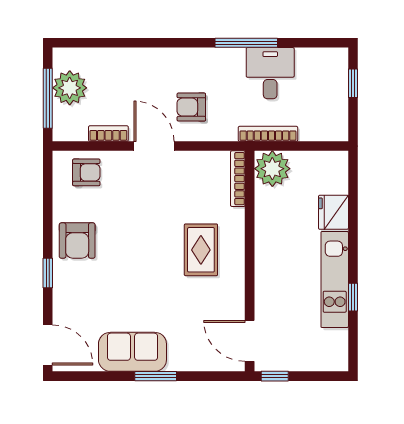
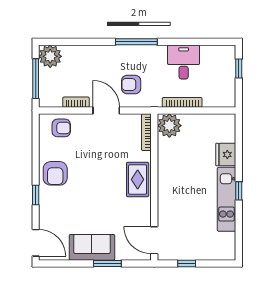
window: (246, 43) -> (136, 42), moved
plant: (70, 88) -> (50, 56), moved
plant: (272, 169) -> (169, 126), moved
bookcase: (238, 179) -> (146, 132), moved
wall: (250, 261) -> (154, 187), moved
window: (353, 297) -> (239, 191), moved
door: (250, 341) -> (154, 240), moved

